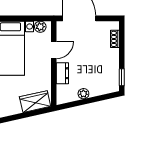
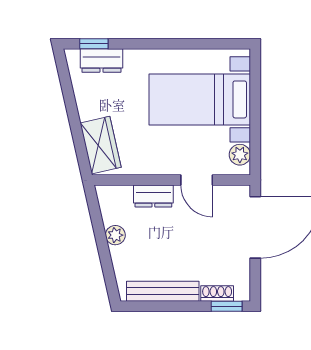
bench: (114, 68) -> (163, 291), added
window: (122, 77) -> (227, 306), moved

